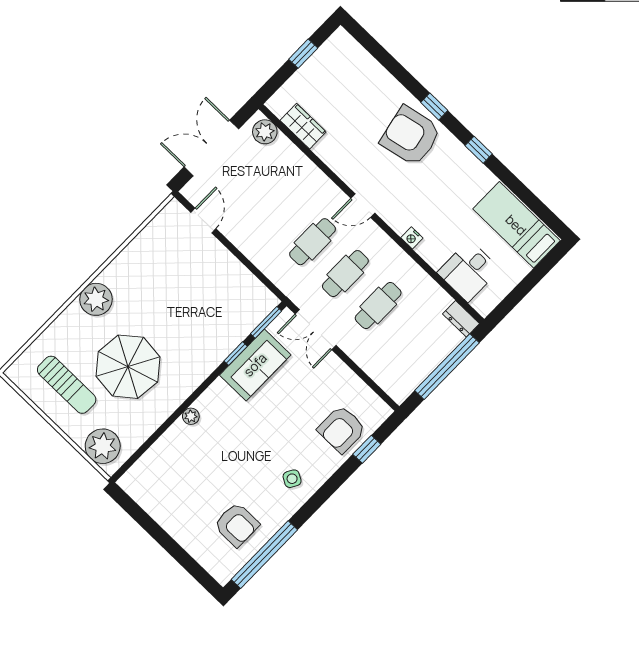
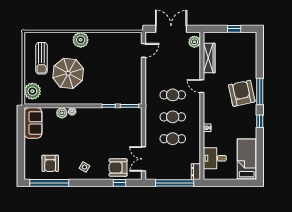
window: (434, 106) -> (260, 92), width x2.17
wardrobe: (303, 126) -> (209, 58), width x1.50
door: (363, 206) -> (202, 86), moved
double door: (316, 330) -> (144, 159), moved
sofa: (255, 365) -> (33, 123), moved, turned -90
plant: (178, 434) -> (62, 113), added

